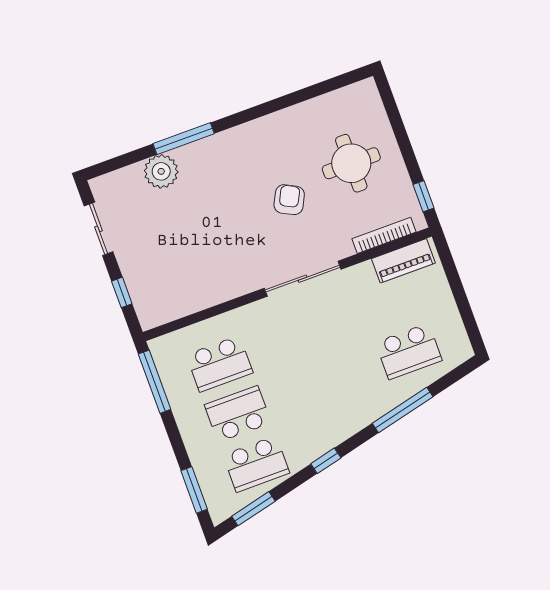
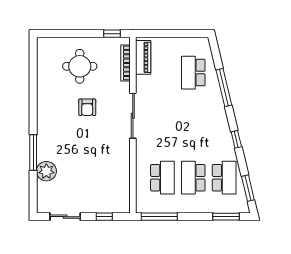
armchair: (289, 200) -> (87, 107), turned -117
school desk: (409, 351) -> (193, 73), turned 180

